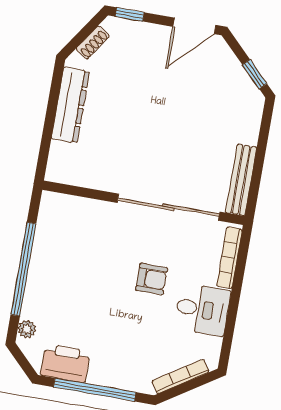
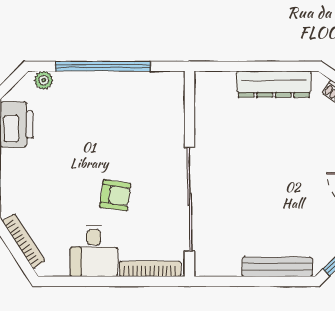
bench: (241, 180) -> (277, 267), moved
armchair: (151, 279) -> (115, 195), turned -82

